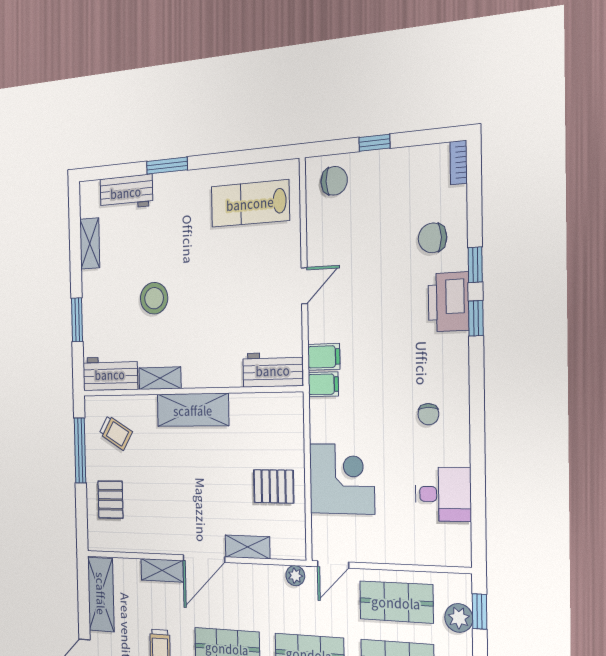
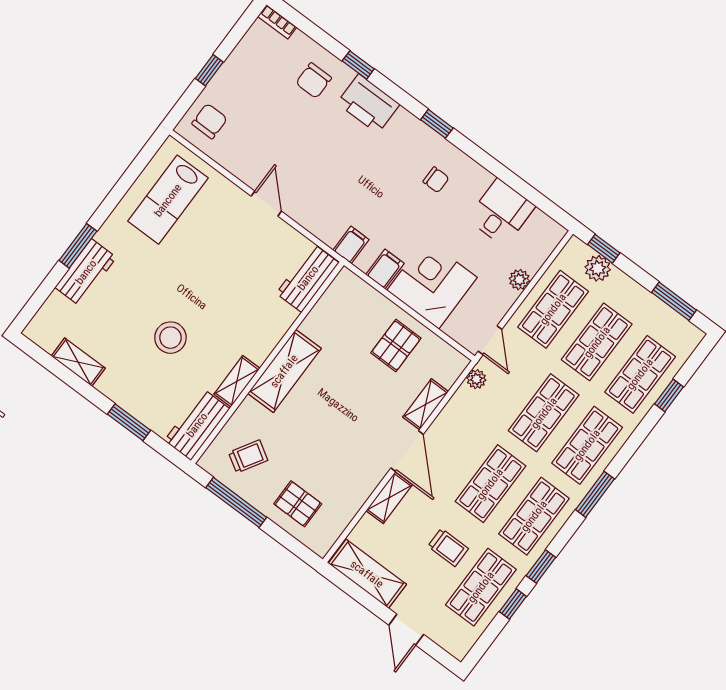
workbench: (126, 192) -> (86, 272), moved
window: (476, 318) -> (437, 124), moved
filing cabinet: (324, 357) -> (385, 269), moved
plant: (399, 553) -> (519, 280), added

